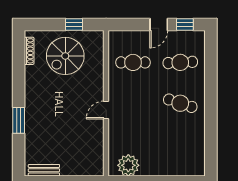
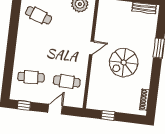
door: (159, 24) -> (55, 109), moved
spiral stairs: (65, 56) -> (124, 63), moved, turned 180
cafe table: (180, 103) -> (38, 15), moved

